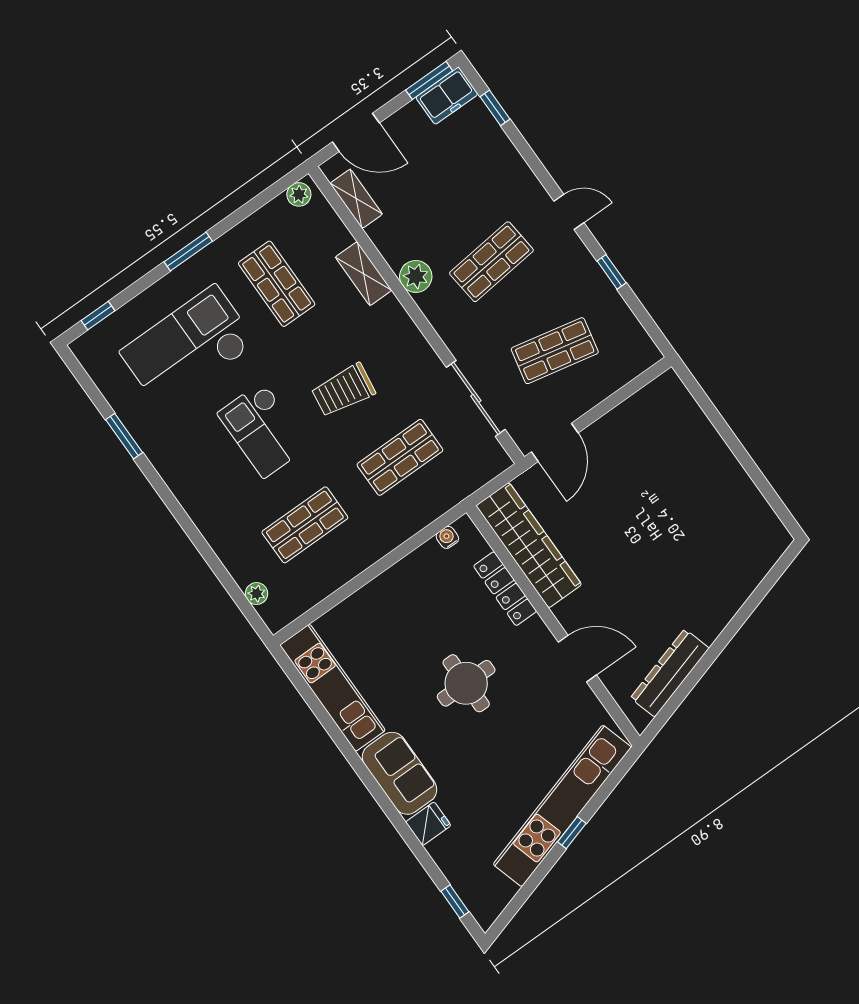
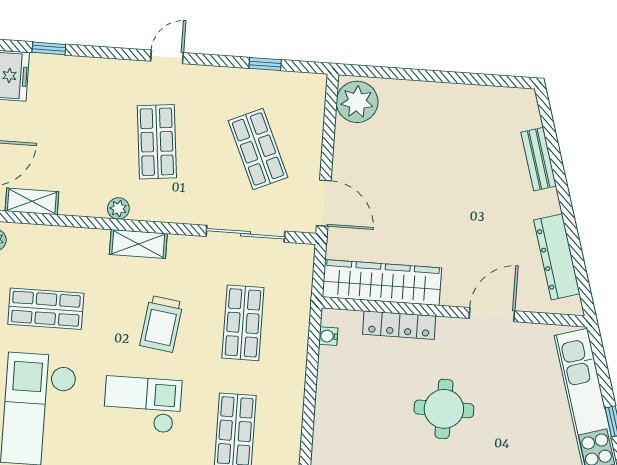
window: (612, 272) -> (265, 64), moved
shelving: (364, 274) -> (138, 244), moved
plant: (416, 276) -> (118, 209), width x0.73, depth x0.73
shop shelf: (555, 351) -> (258, 149), turned -36
plant: (662, 401) -> (357, 102), added
checkout: (263, 430) -> (142, 405), turned 180
bench: (739, 591) -> (539, 159), added

